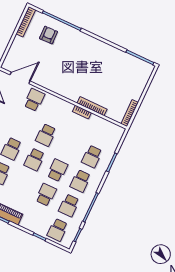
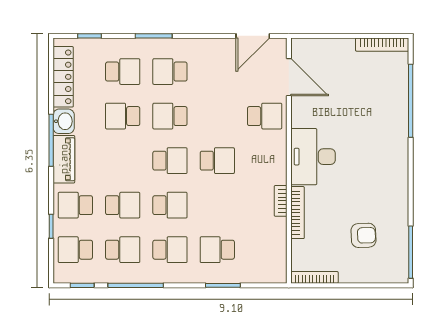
armchair: (48, 35) -> (364, 235), moved
desk: (67, 85) -> (313, 157), added
school desk: (46, 135) -> (217, 161), turned 180
school desk: (34, 159) -> (170, 161), turned 180
school desk: (80, 181) -> (170, 250), turned 180
school desk: (69, 205) -> (123, 250), turned 180
school desk: (35, 219) -> (75, 205), added

